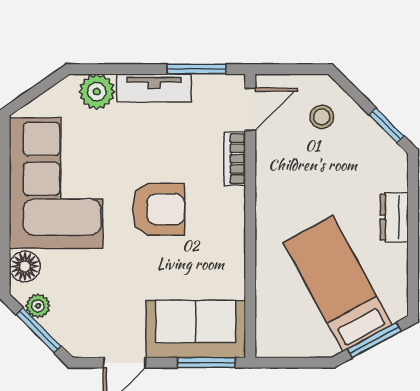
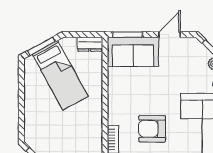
armchair: (158, 209) -> (152, 129), moved
dresser: (394, 217) -> (90, 44), moved, turned 90

